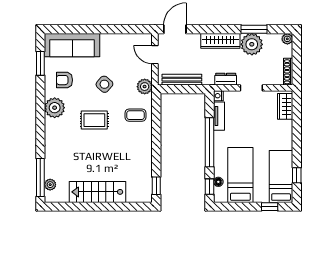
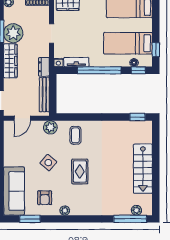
dresser: (226, 79) -> (44, 67), moved
plant: (55, 108) -> (65, 211), width x0.53, depth x0.53
window: (270, 207) -> (156, 50), moved

